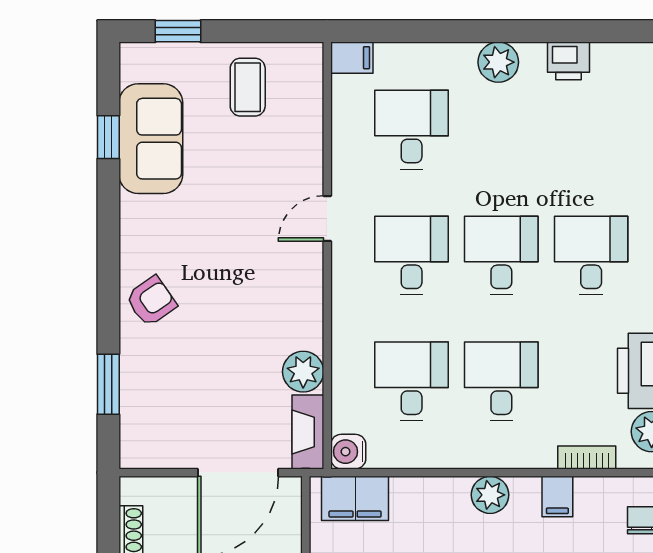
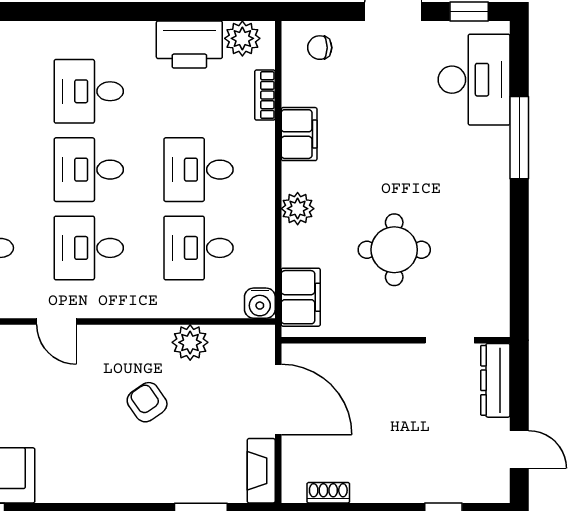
armchair: (151, 301) -> (147, 402), moved
fireplace: (308, 432) -> (261, 471), moved, turned 90
plant: (490, 495) -> (298, 209), moved
filing cabinet: (557, 497) -> (299, 134), width x2.00

